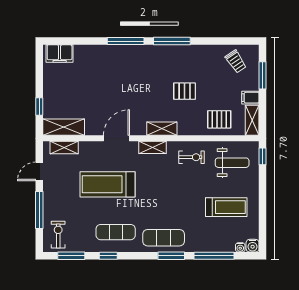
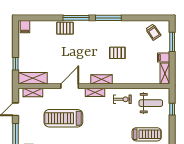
filing cabinet: (60, 54) -> (25, 27), width x0.50
pallet: (219, 119) -> (65, 28), moved
window: (263, 156) -> (172, 109), moved

